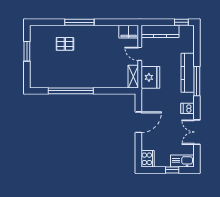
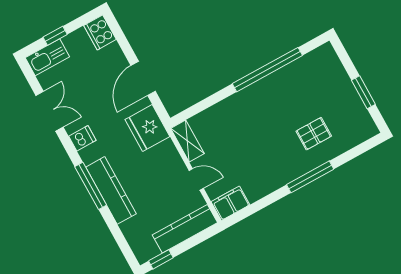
fridge: (150, 77) -> (147, 128), moved

